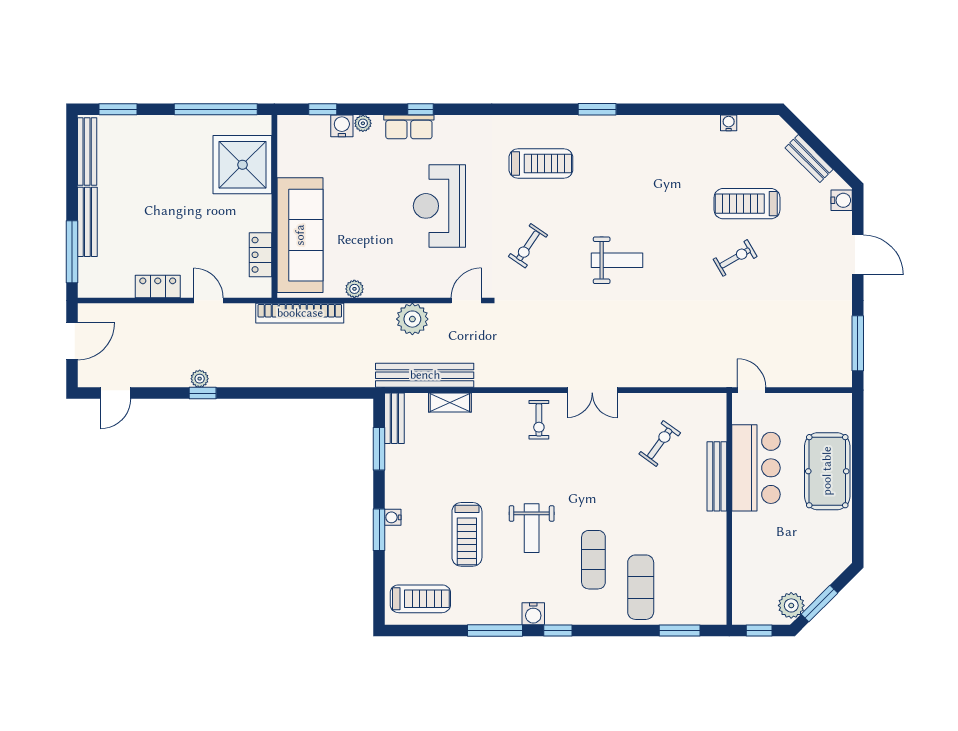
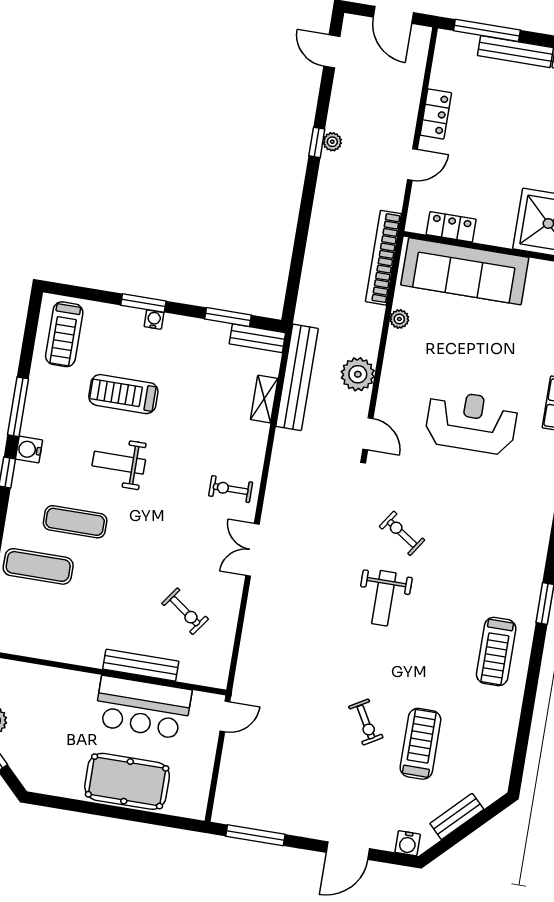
water cooler: (729, 123) -> (508, 739), removed
treadmill: (541, 164) -> (496, 651), moved
exercise bike: (528, 246) -> (402, 533), moved

